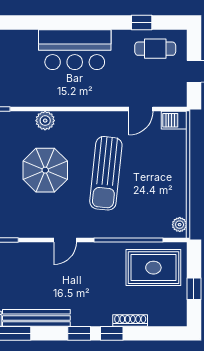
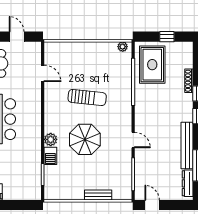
barbecue: (174, 120) -> (50, 156), moved
sun lounger: (106, 173) -> (87, 97), width x0.73, depth x0.75
door: (65, 240) -> (133, 140), moved

